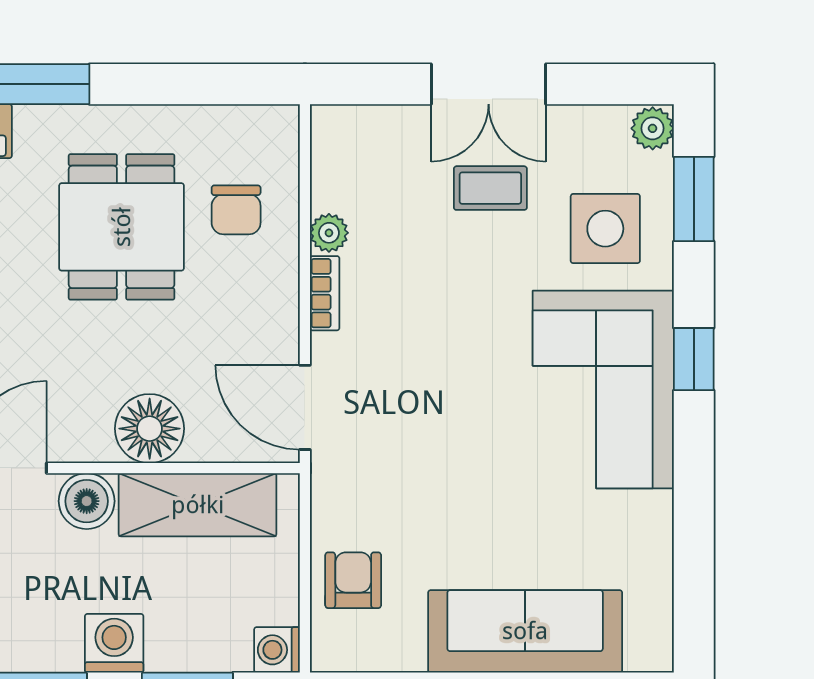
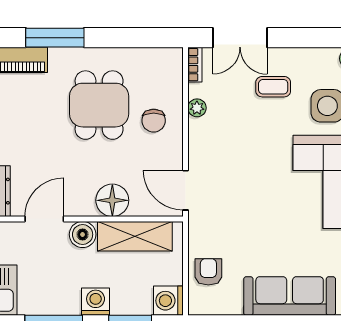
double door: (489, 84) -> (240, 38), moved
chair: (236, 210) -> (154, 121), moved
bookcase: (325, 293) -> (195, 65), moved
washing machine: (277, 650) -> (168, 301), width x1.38, depth x1.38

